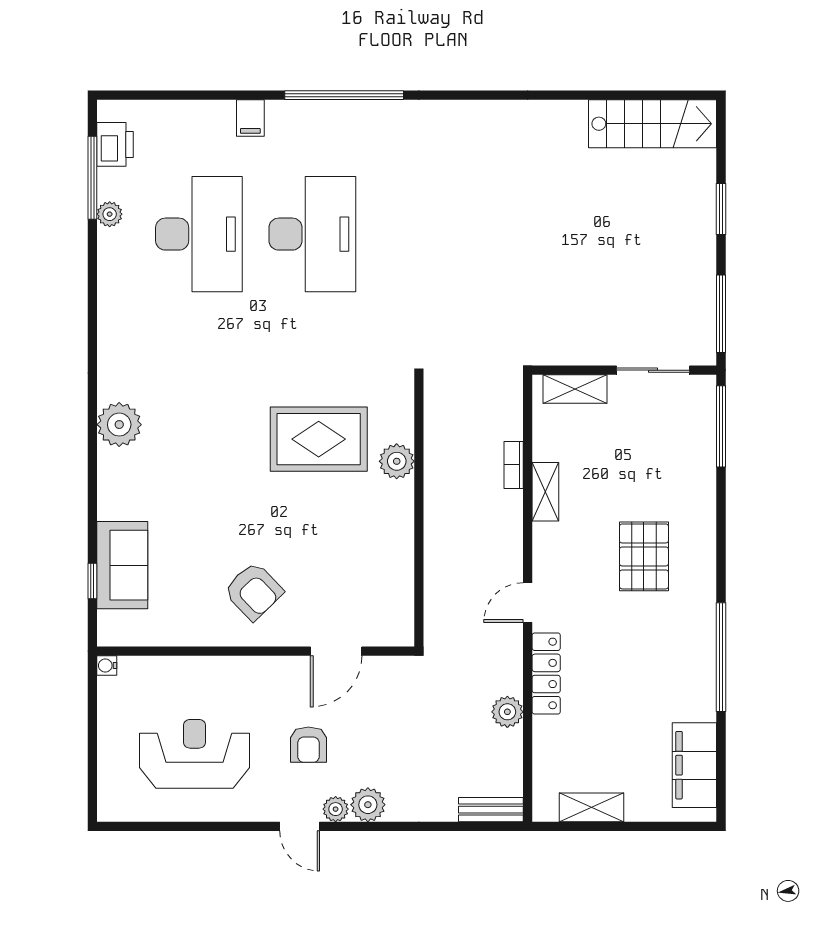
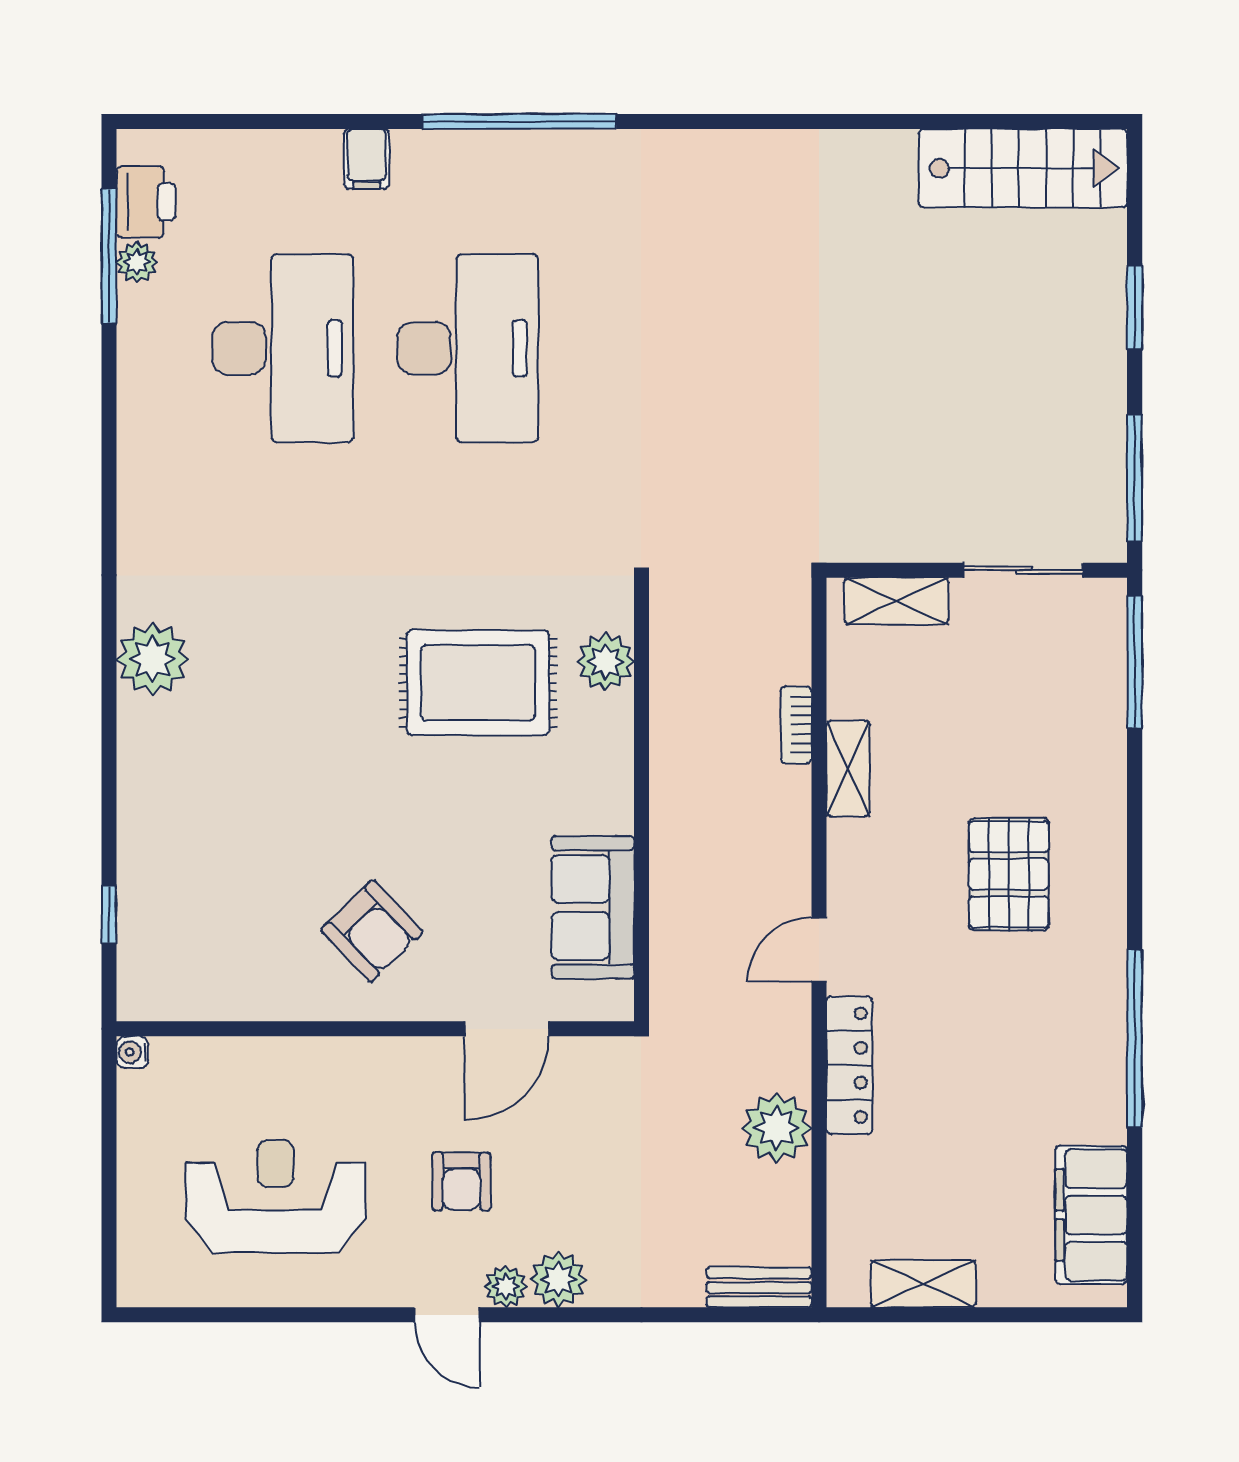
plant: (110, 214) -> (137, 262), moved
plant: (397, 461) -> (605, 662), moved
sofa: (122, 565) -> (593, 907), moved, turned 180
plant: (507, 712) -> (777, 1128), width x1.36, depth x1.36

